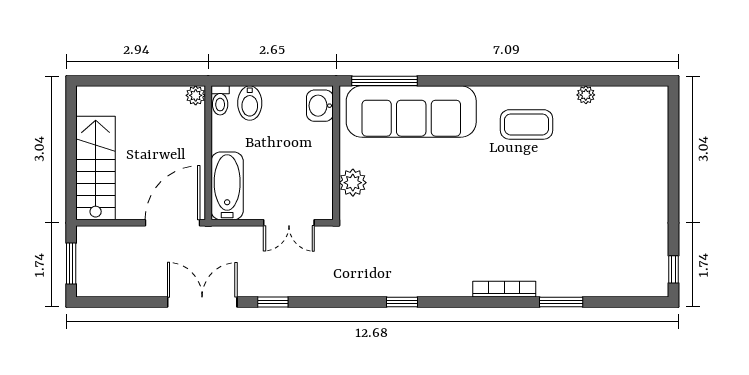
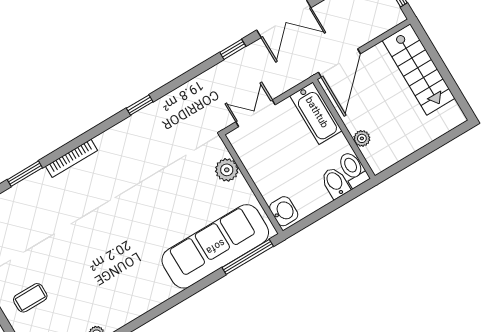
plant: (196, 95) -> (362, 138), moved
toilet: (220, 100) -> (353, 169), width x1.37, depth x1.39
coffee table: (527, 124) -> (30, 298), moved, width x0.73, depth x0.77

